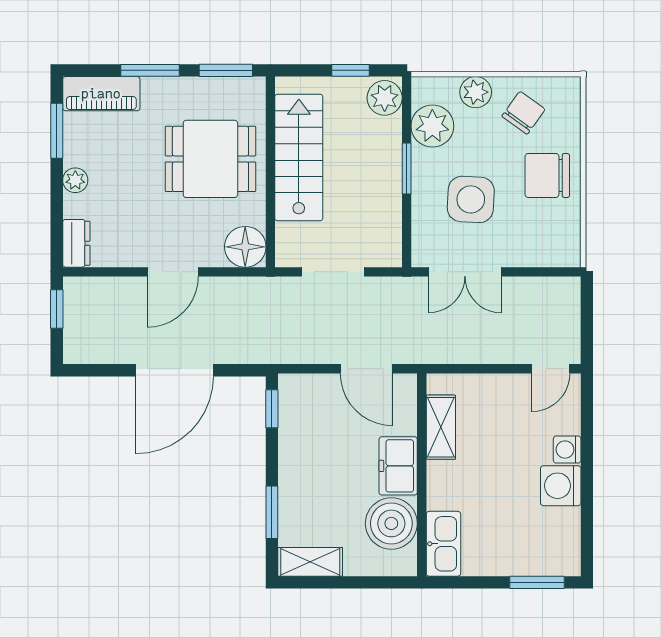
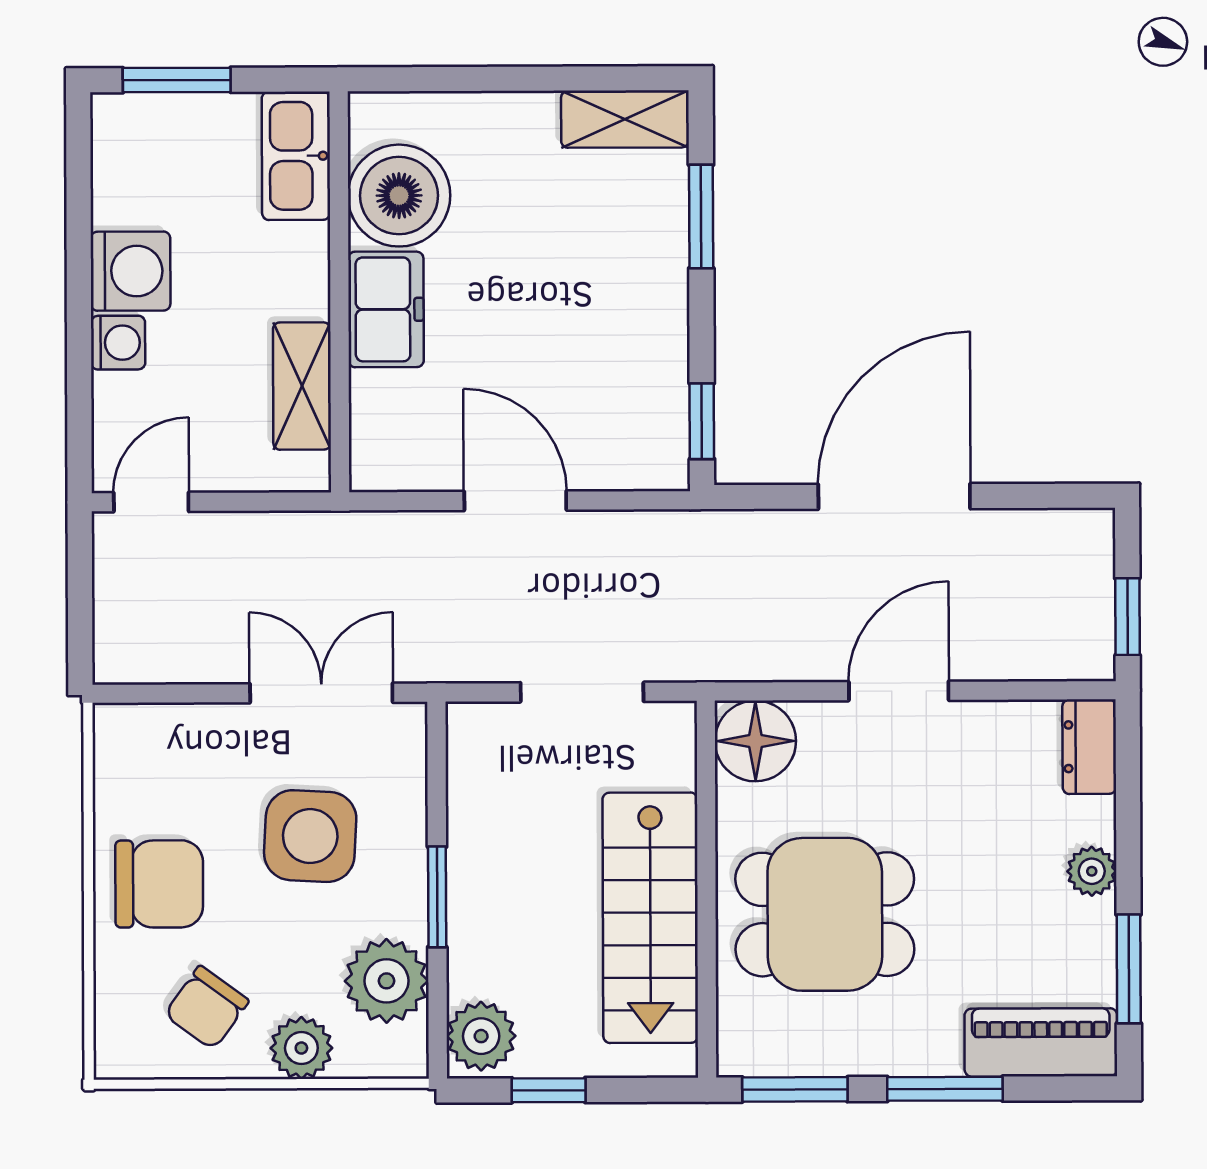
shelving: (441, 427) -> (302, 386), moved
freezer: (398, 466) -> (386, 309), moved
wall: (422, 475) -> (339, 292), moved
boiler: (391, 523) -> (399, 196), moved
kitchen sink: (443, 544) -> (296, 156), moved

